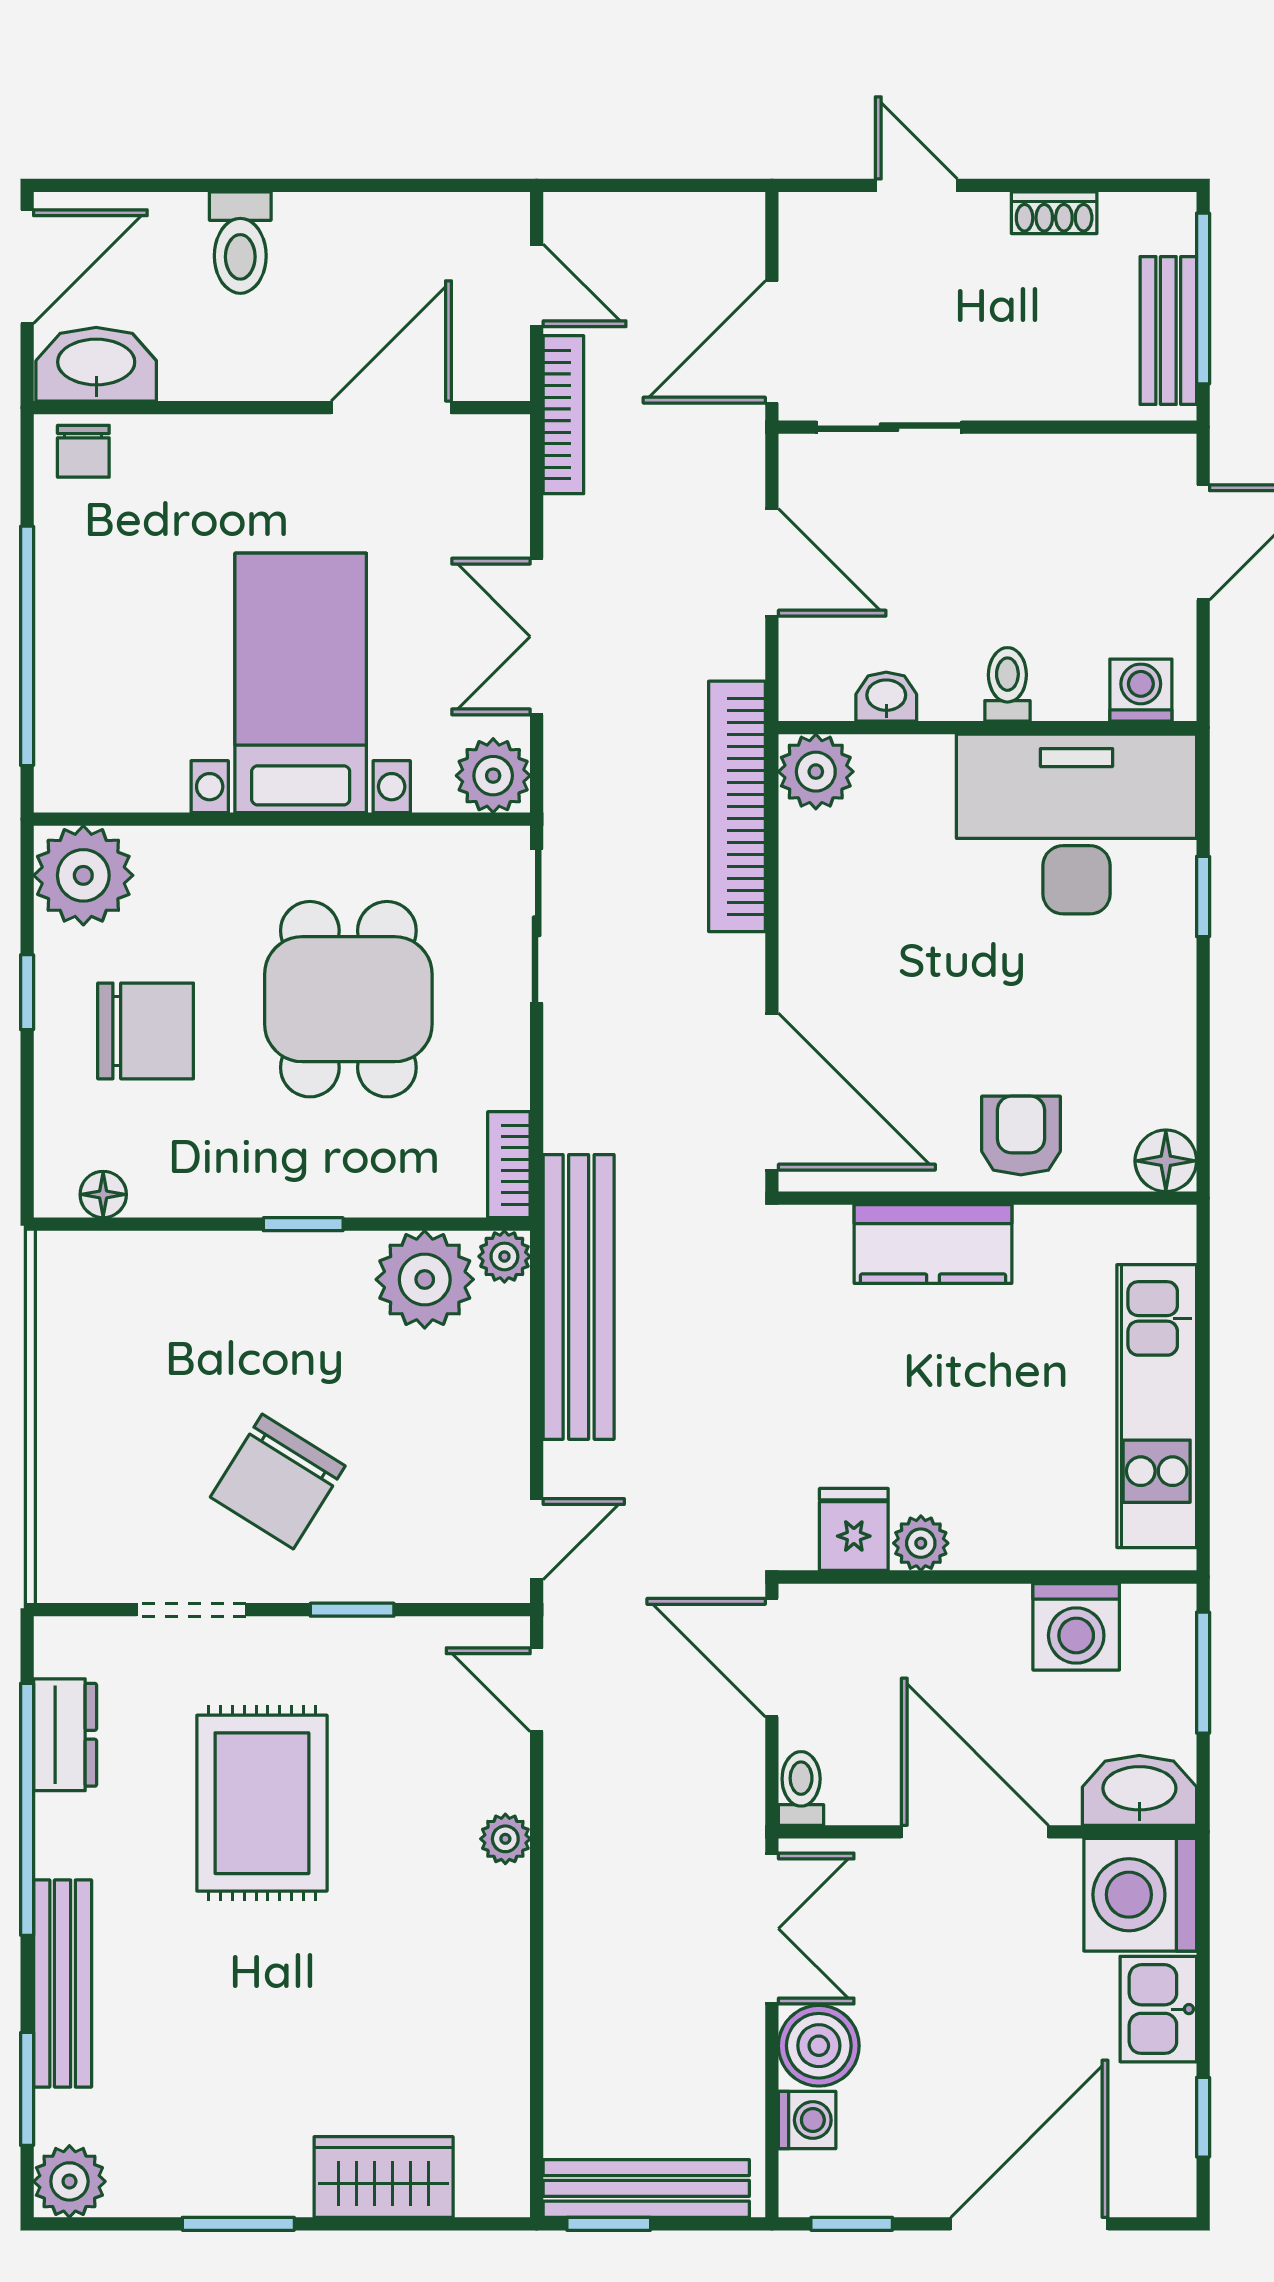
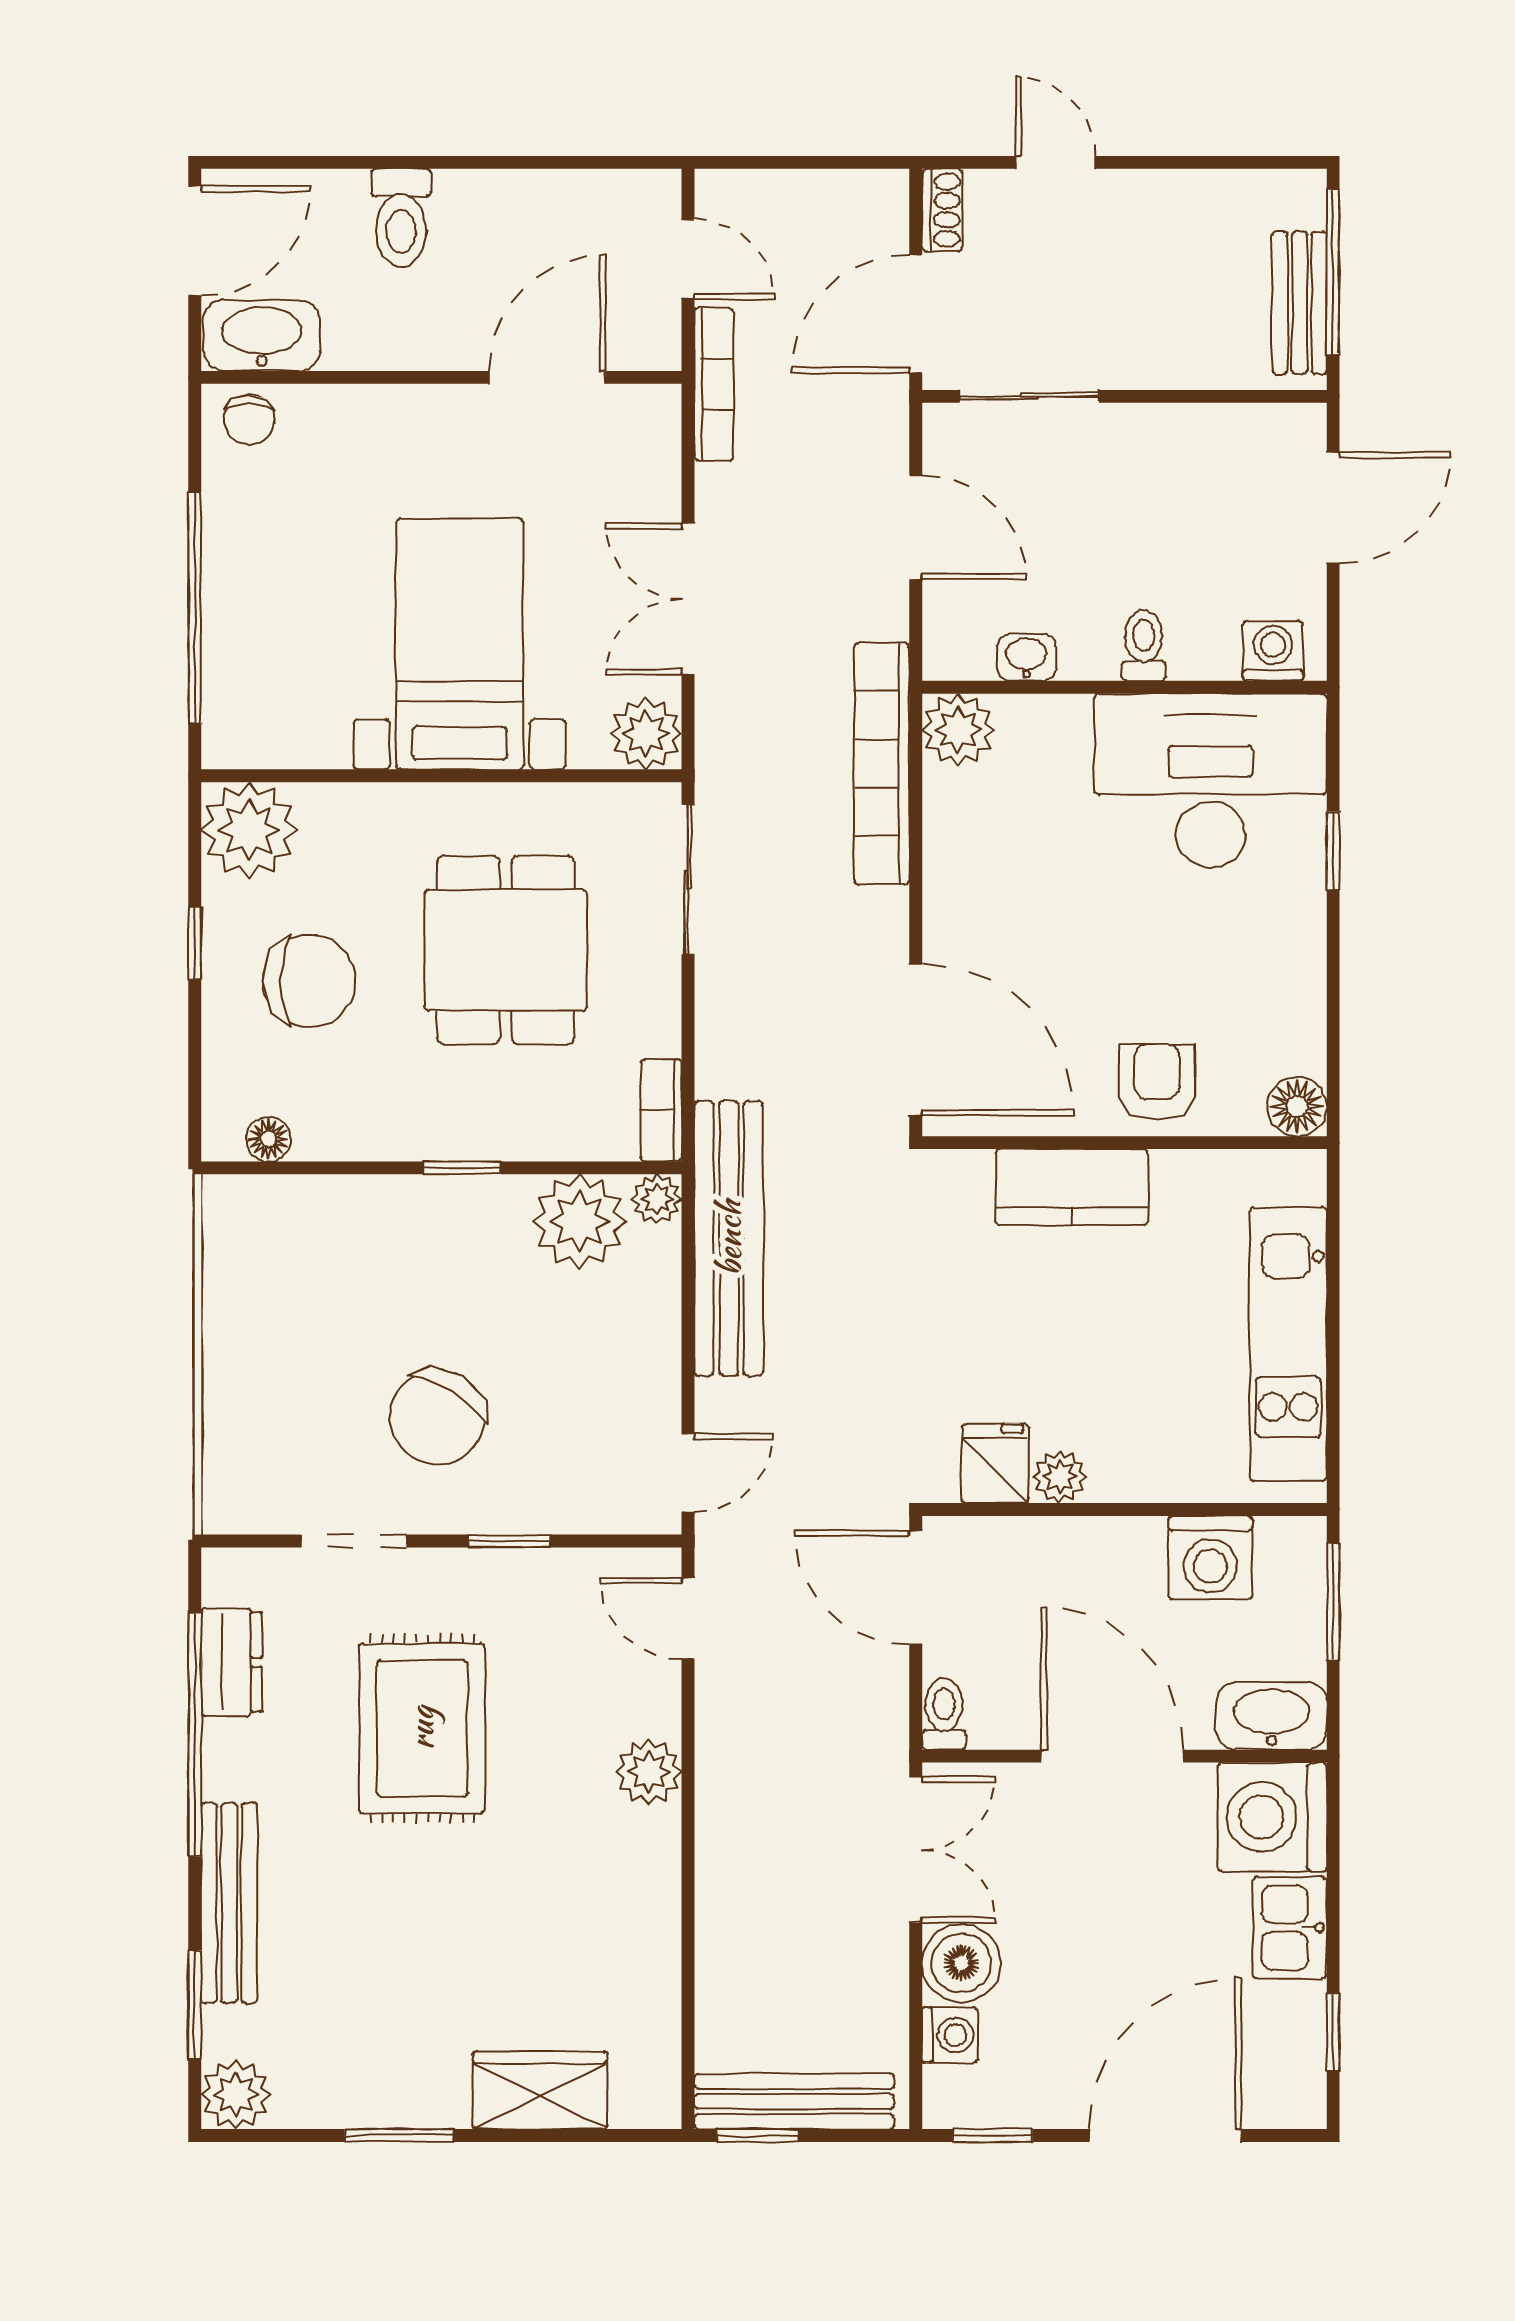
shoe rack: (1054, 213) -> (942, 210), moved, turned -90
plant: (505, 1839) -> (649, 1772), width x1.38, depth x1.38

